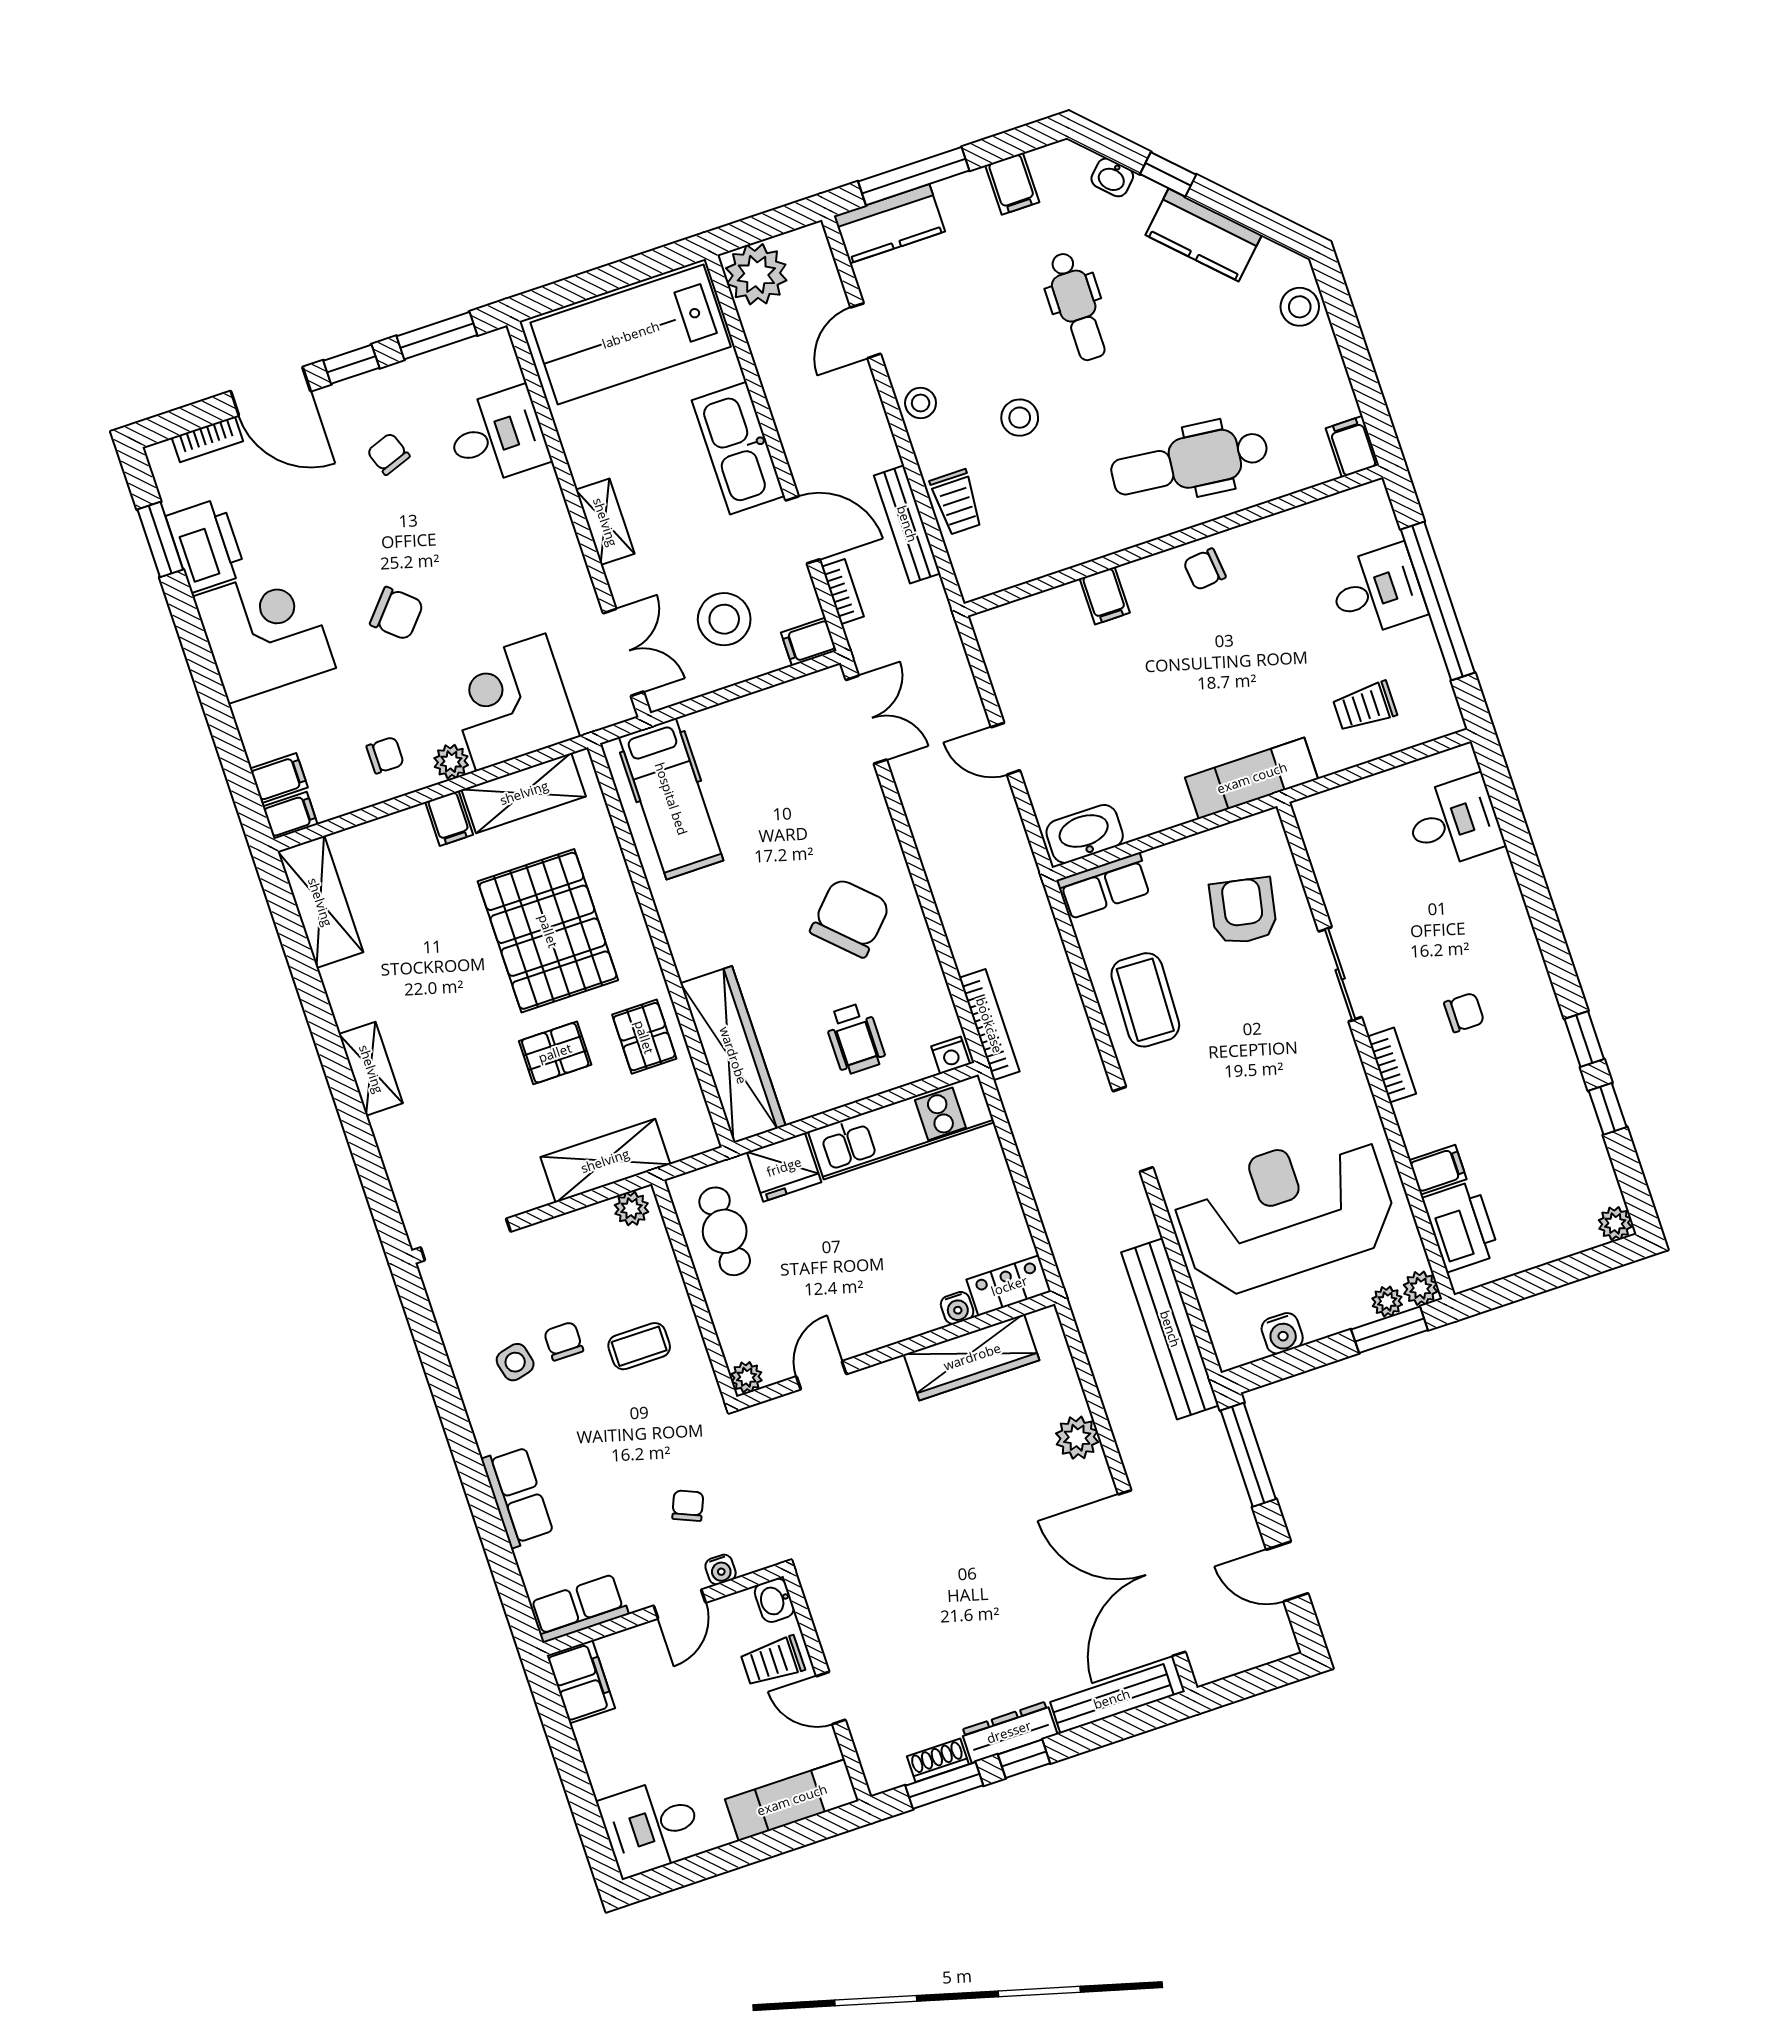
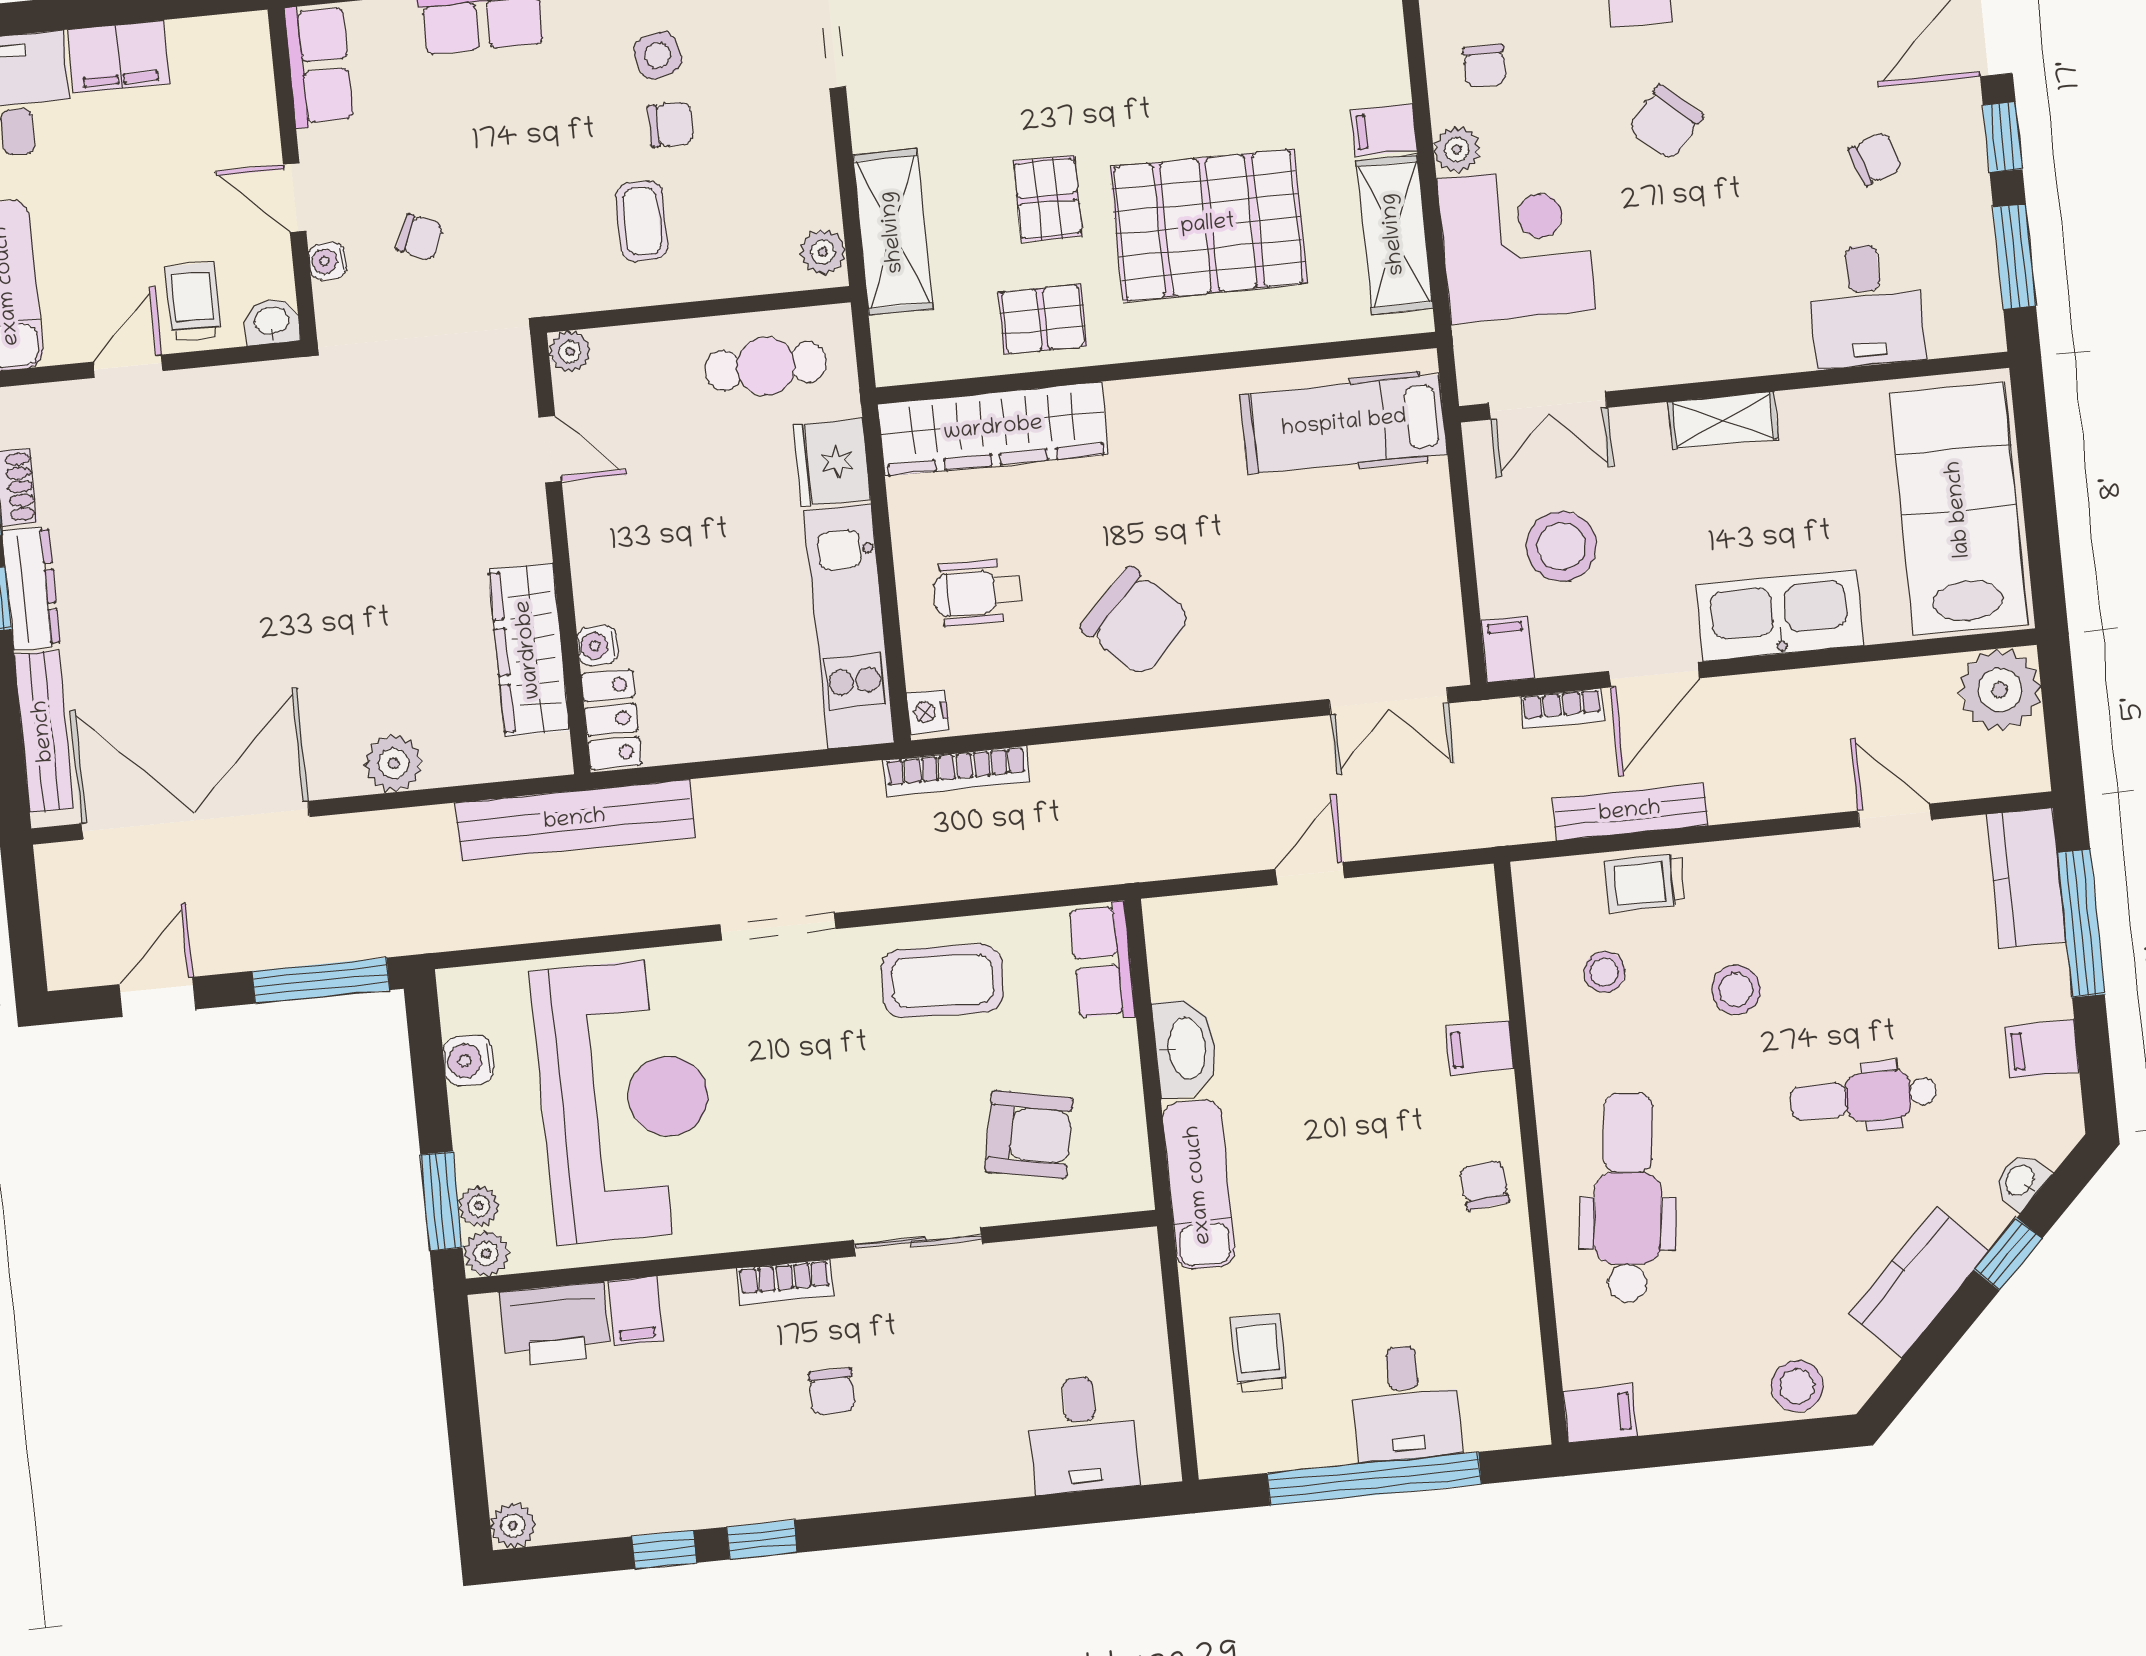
stool: (921, 403) -> (1604, 972), moved
washbasin: (1085, 834) -> (1185, 1048), moved
bench: (1170, 1329) -> (575, 820), moved
filing cabinet: (581, 1682) -> (118, 57), moved

